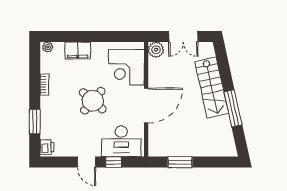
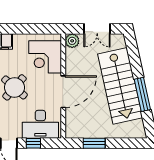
stairs: (212, 88) -> (120, 86), width x1.36, depth x1.51

